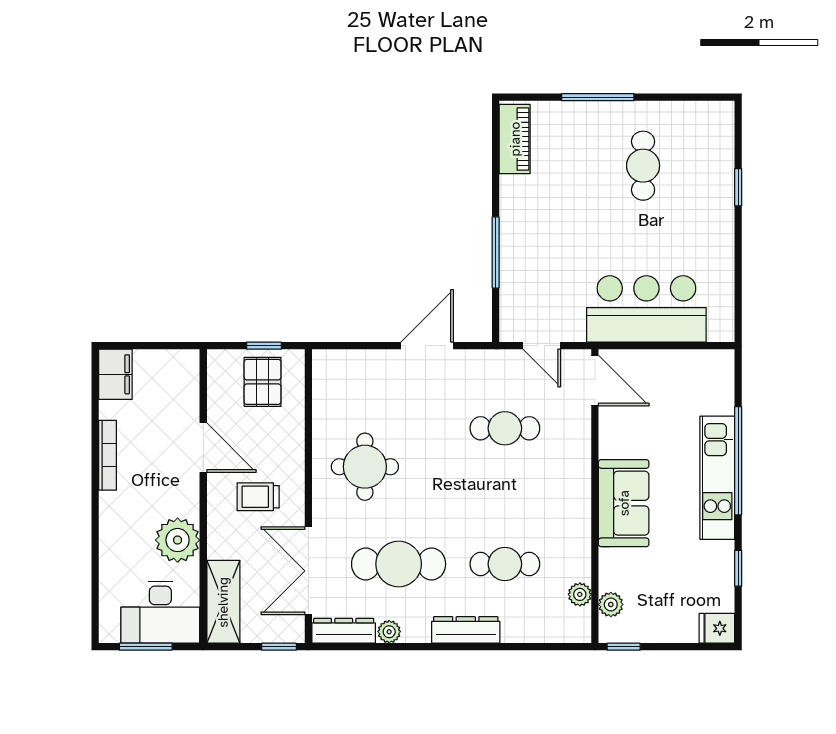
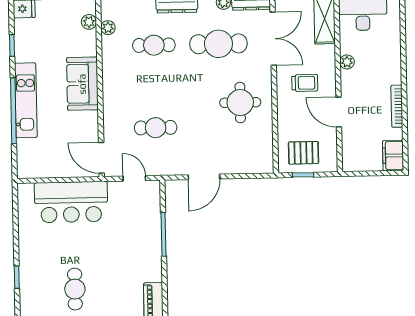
pallet: (263, 382) -> (303, 153), turned 90
plant: (178, 540) -> (347, 62), width x0.53, depth x0.53

